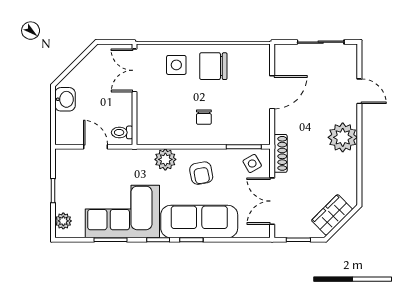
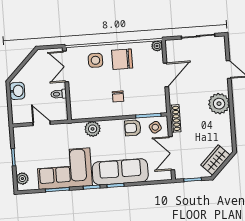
plant: (263, 51) -> (157, 46), added
toilet: (122, 132) -> (59, 94), moved
armchair: (201, 173) -> (133, 128), moved, turned 101

